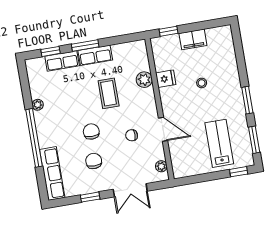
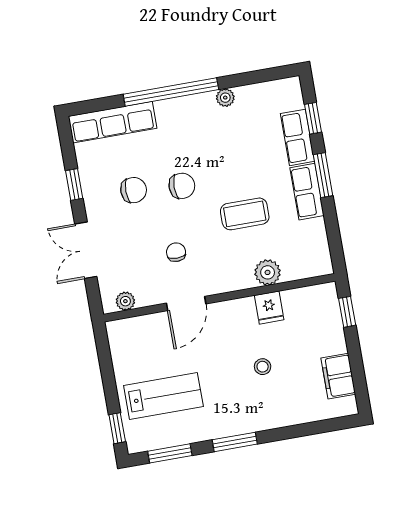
filing cabinet: (193, 39) -> (338, 376), moved

